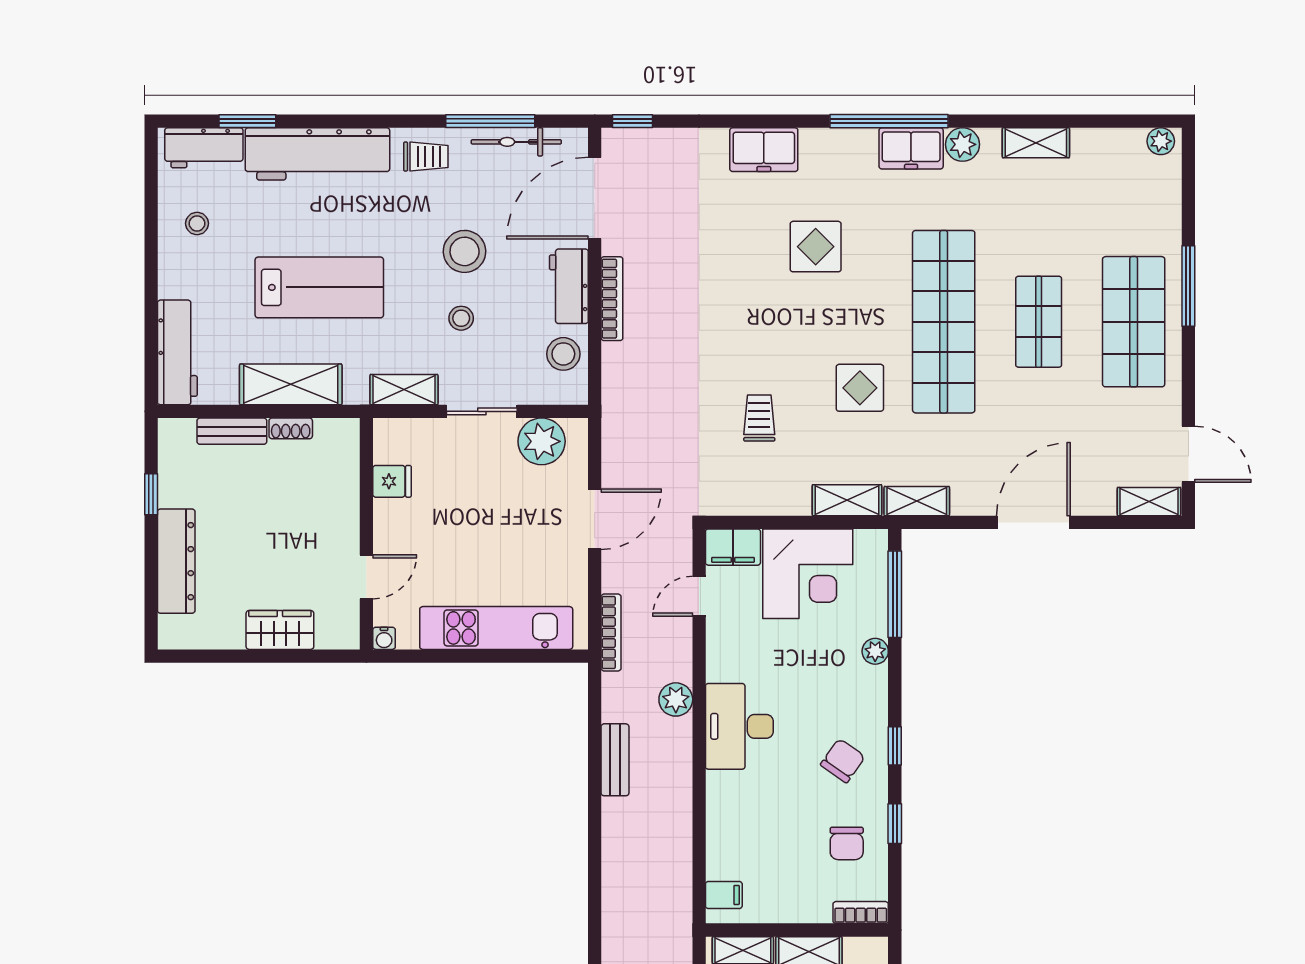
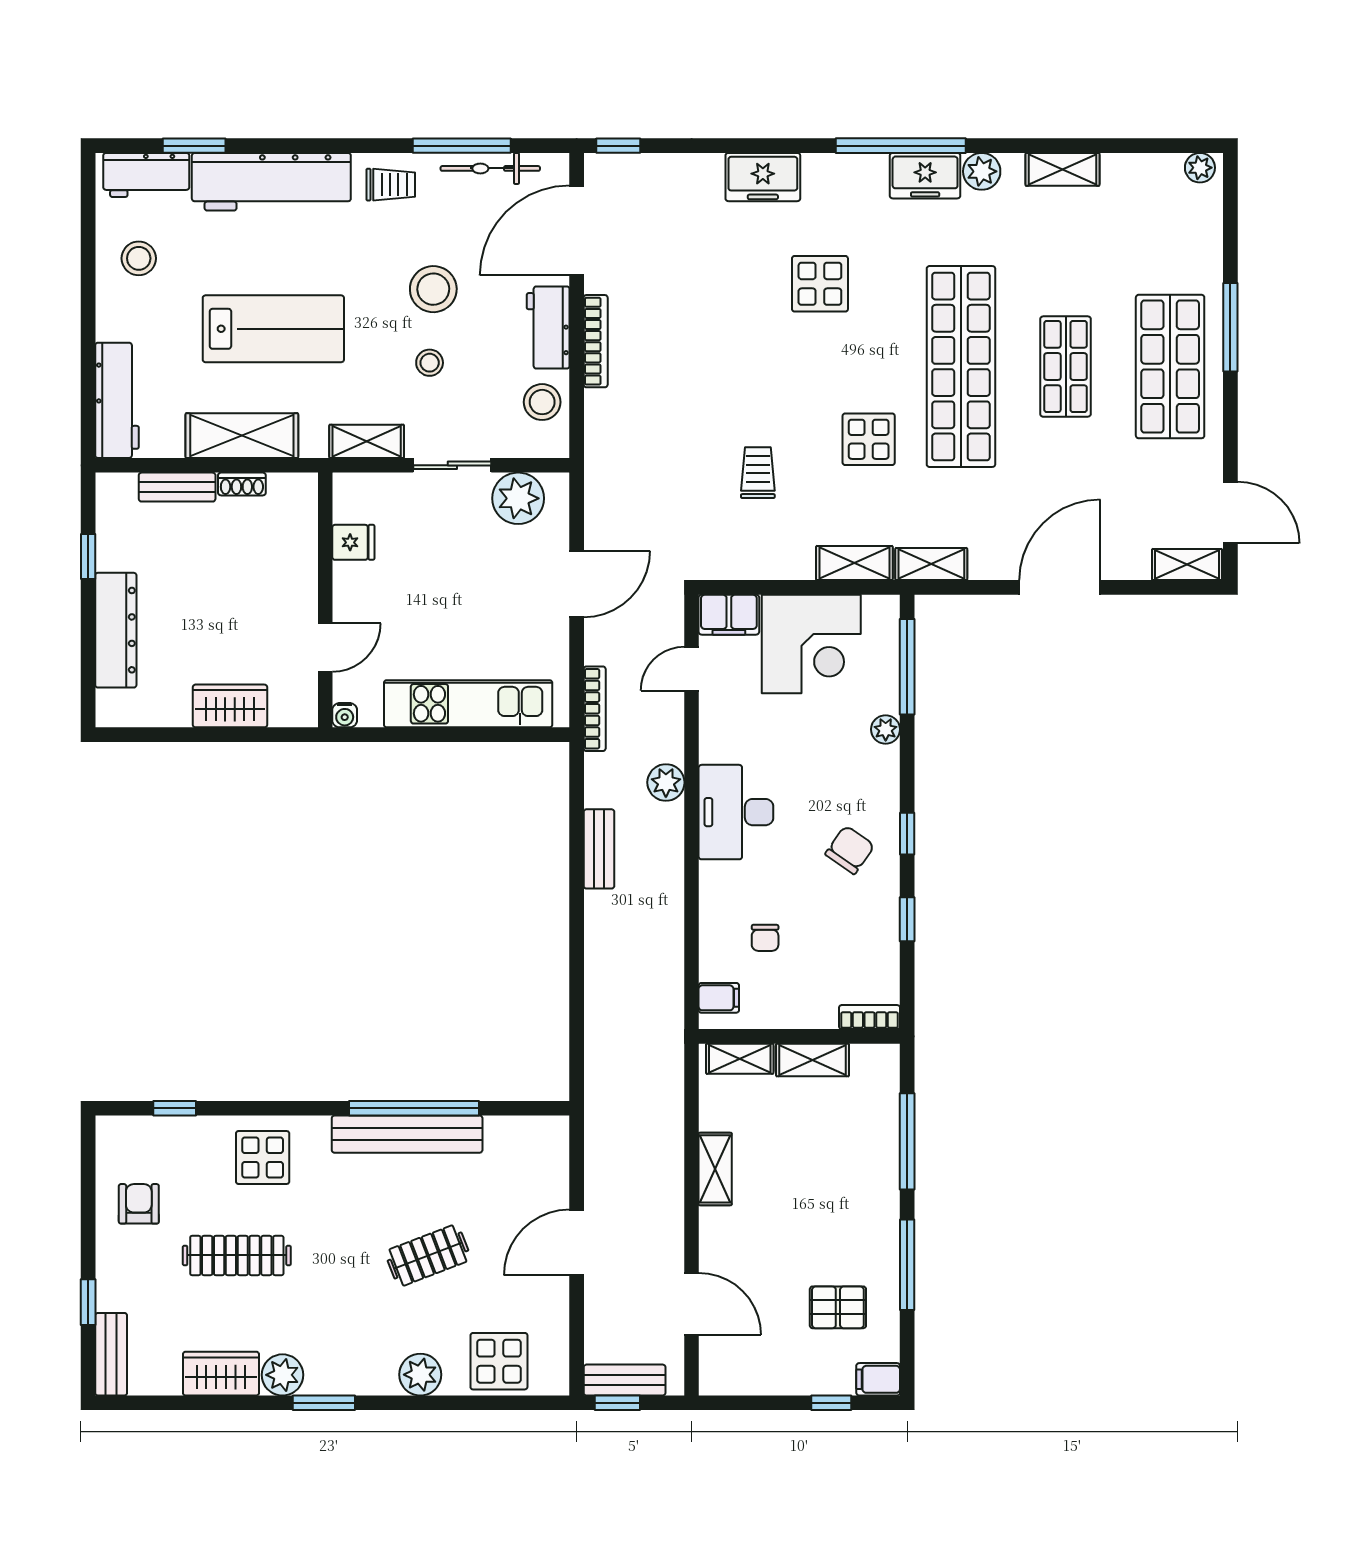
stool: (197, 223) -> (139, 258), width x1.37, depth x1.37
chair: (847, 843) -> (765, 938), moved, width x0.73, depth x0.73

